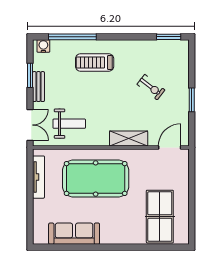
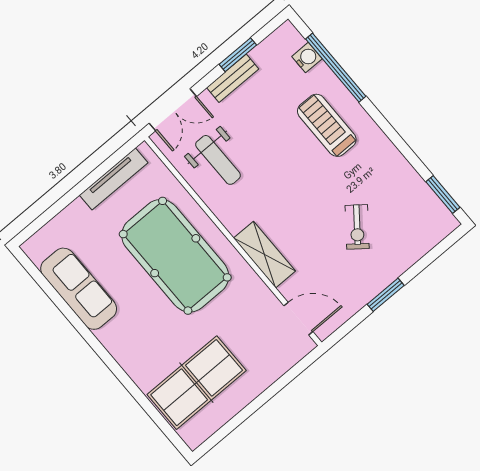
water cooler: (43, 46) -> (307, 58), moved

